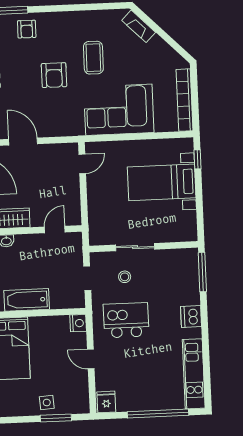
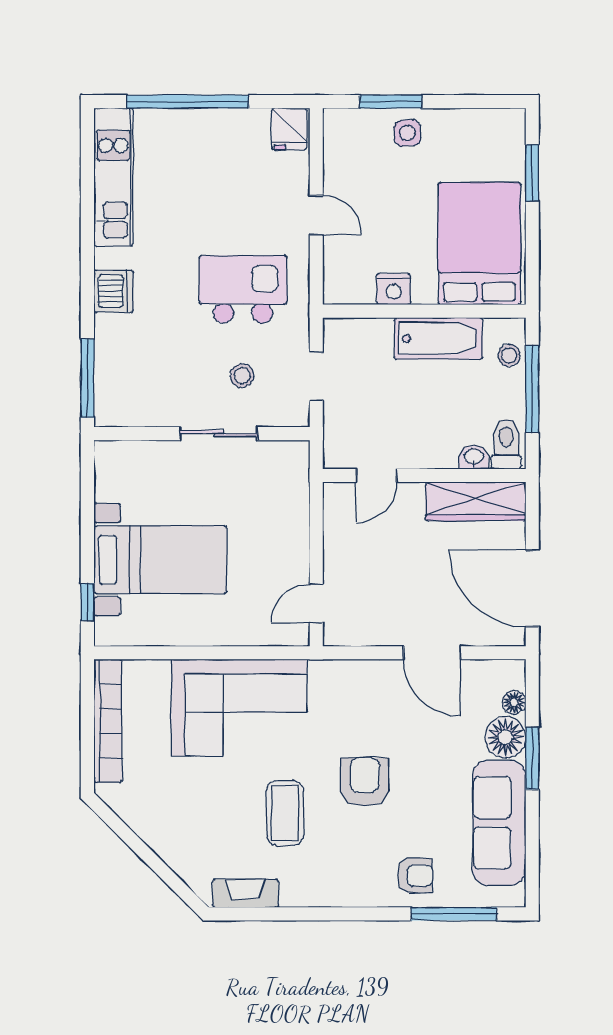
fireplace: (139, 26) -> (245, 893), moved, turned -45
armchair: (27, 29) -> (415, 876), turned 90
kitchen island: (126, 320) -> (243, 289), turned 180
nightstand: (78, 323) -> (394, 289), moved, turned -90

